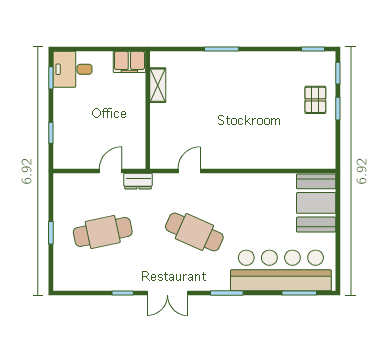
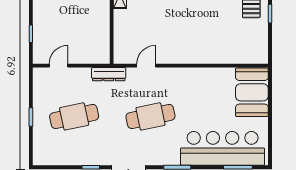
door: (111, 171) -> (59, 66), moved
dresser: (138, 181) -> (109, 74), width x1.44
cafe table: (194, 232) -> (150, 116), turned -36

